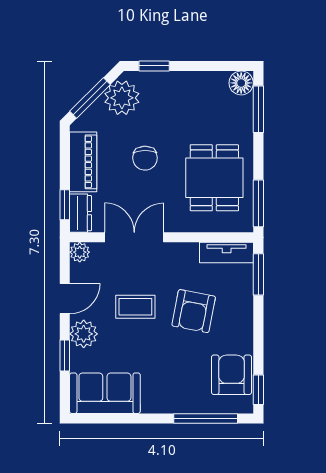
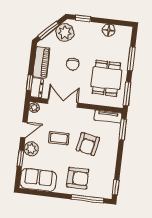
floor lamp: (241, 83) -> (109, 30), moved
window: (258, 109) -> (131, 59), moved
armchair: (231, 375) -> (78, 178), moved, turned 90

